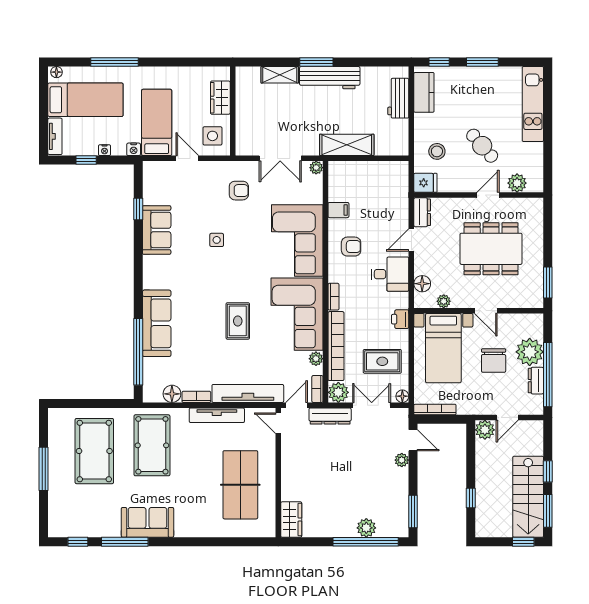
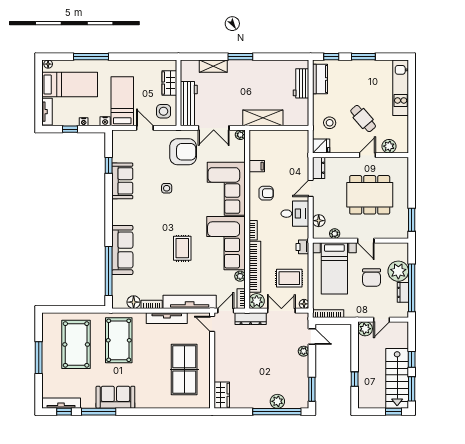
workbench: (330, 78) -> (189, 104), moved, turned -90
armchair: (239, 191) -> (183, 152), width x1.88, depth x1.88
tv unit: (74, 530) -> (61, 403), added

